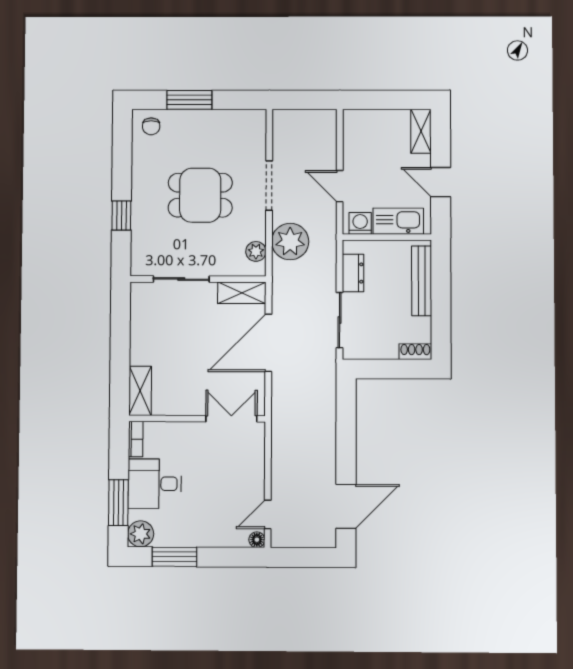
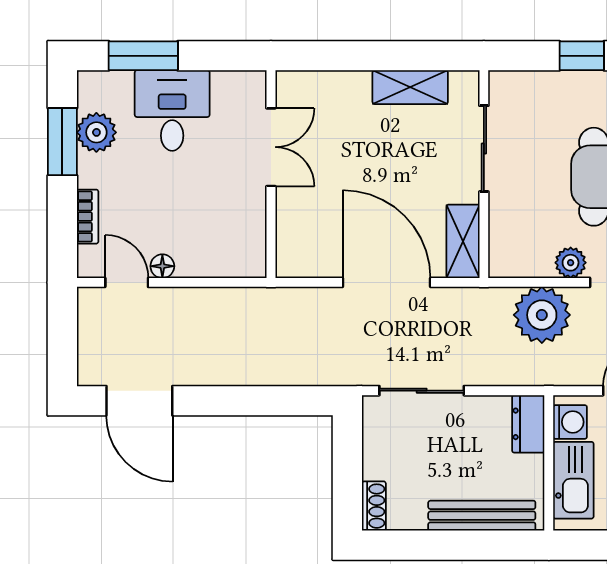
plant: (256, 251) -> (571, 263), moved
dresser: (353, 273) -> (528, 424), moved, turned 90
shelving: (140, 391) -> (410, 87), moved
double door: (231, 419) -> (271, 147), moved
bookcase: (136, 439) -> (88, 217), moved, turned -90
plant: (141, 534) -> (96, 132), moved
floor lamp: (257, 540) -> (162, 266), moved

